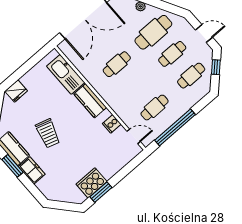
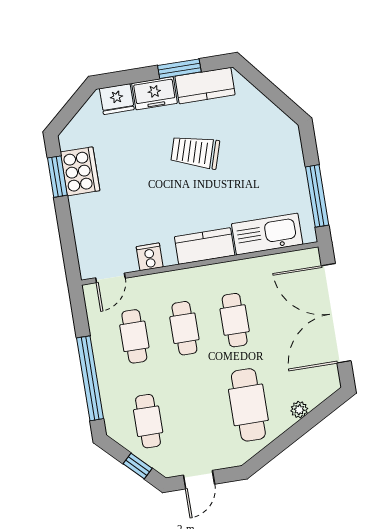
cafe table: (172, 54) -> (184, 328), moved
window: (33, 62) -> (317, 196), added
fridge: (16, 91) -> (117, 99), moved, turned -90
window: (175, 127) -> (90, 378), moved

